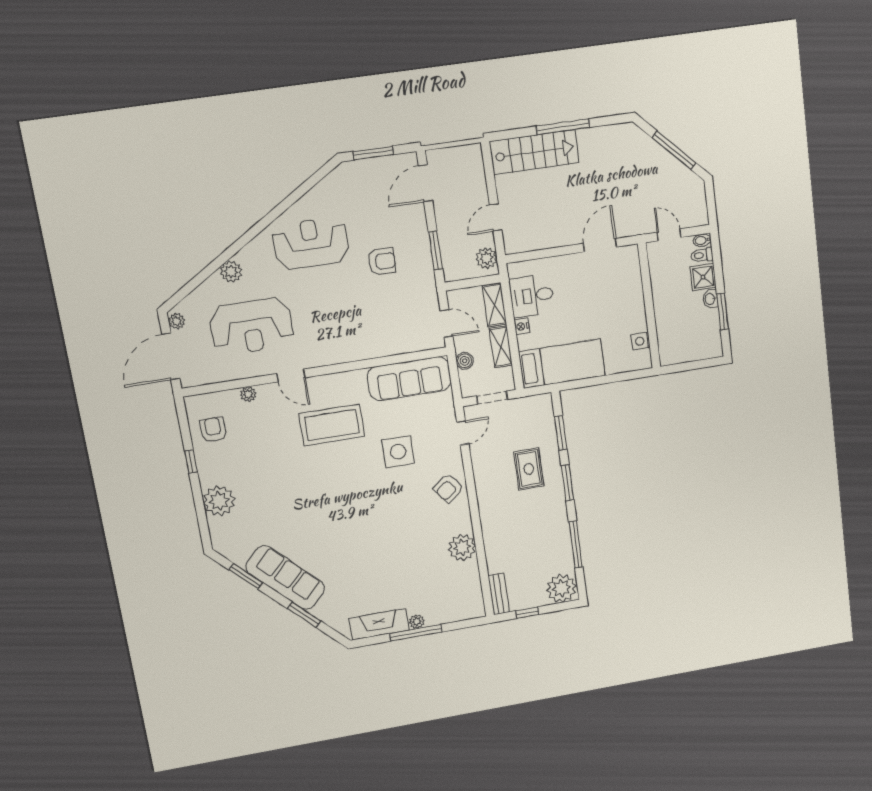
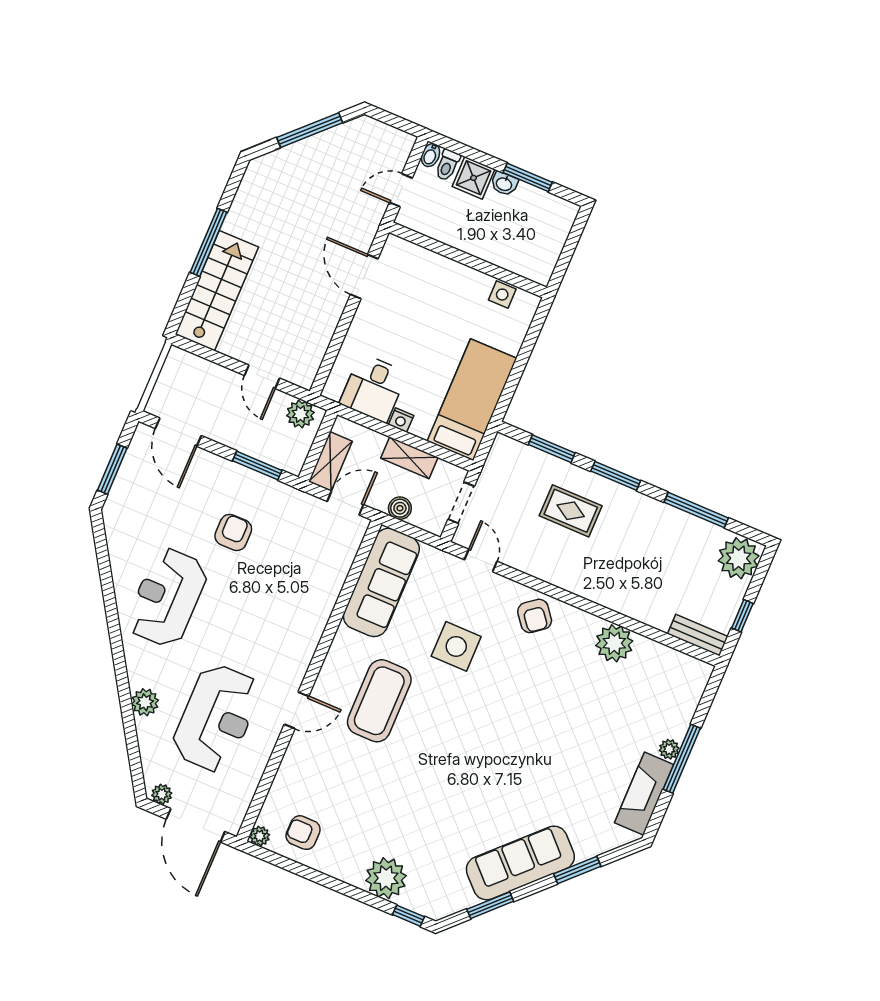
shelving: (495, 305) -> (330, 461), moved, turned 90
plant: (248, 394) -> (260, 836), moved
window: (191, 461) -> (408, 916), moved

